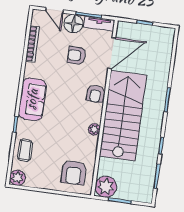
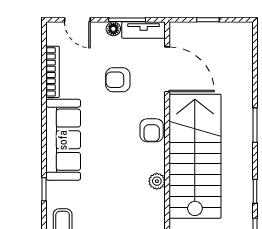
floor lamp: (73, 24) -> (113, 29), width x0.53, depth x0.53
door: (112, 53) -> (167, 69), hinge flipped
sofa: (32, 99) -> (63, 140), width x1.36

